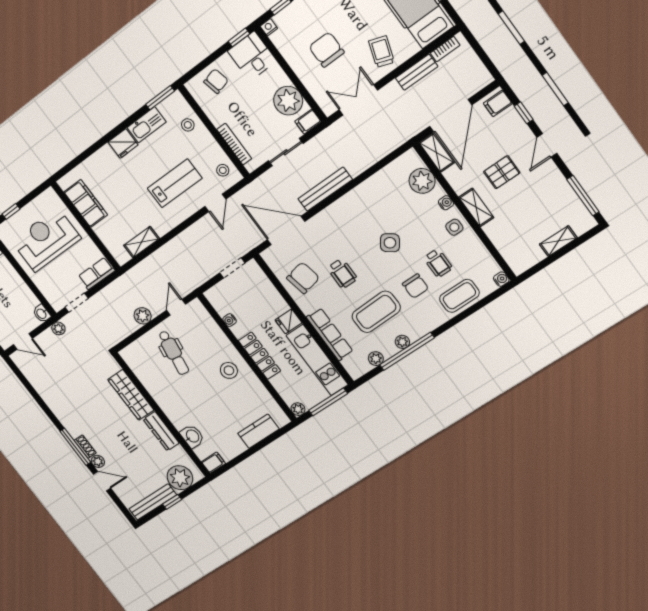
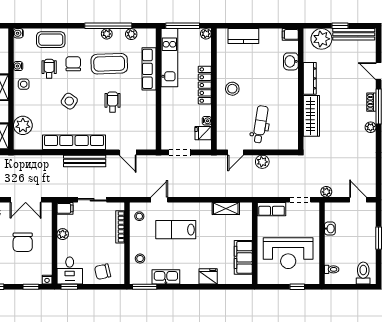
plant: (288, 101) -> (63, 234), width x0.53, depth x0.53
fridge: (123, 143) -> (208, 276), moved
row of seats: (352, 201) -> (74, 142), added
water cooler: (446, 203) -> (18, 66), moved
door: (286, 230) -> (128, 152), width x0.53
chair: (303, 278) -> (139, 116), removed
washbasin: (42, 314) -> (330, 229), moved
fridge: (288, 321) -> (203, 133), moved, turned 180
plant: (98, 461) -> (371, 127), moved

